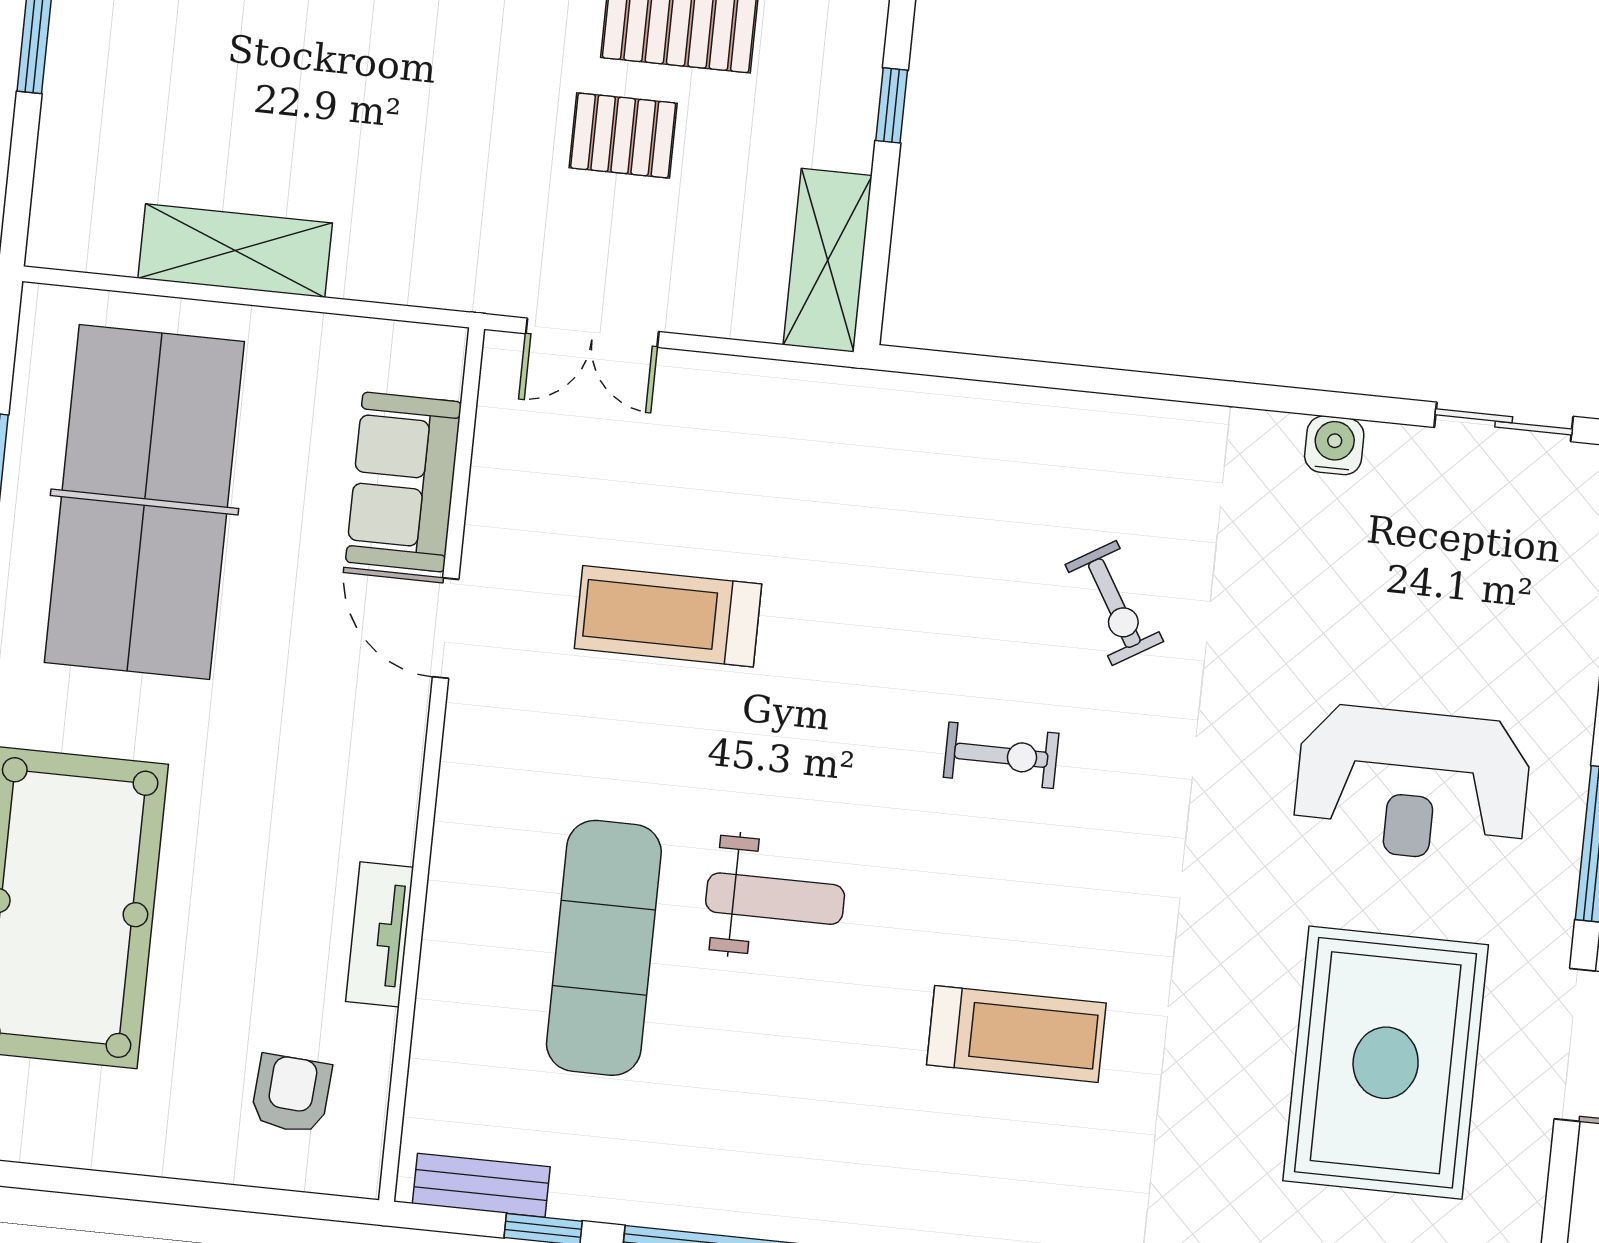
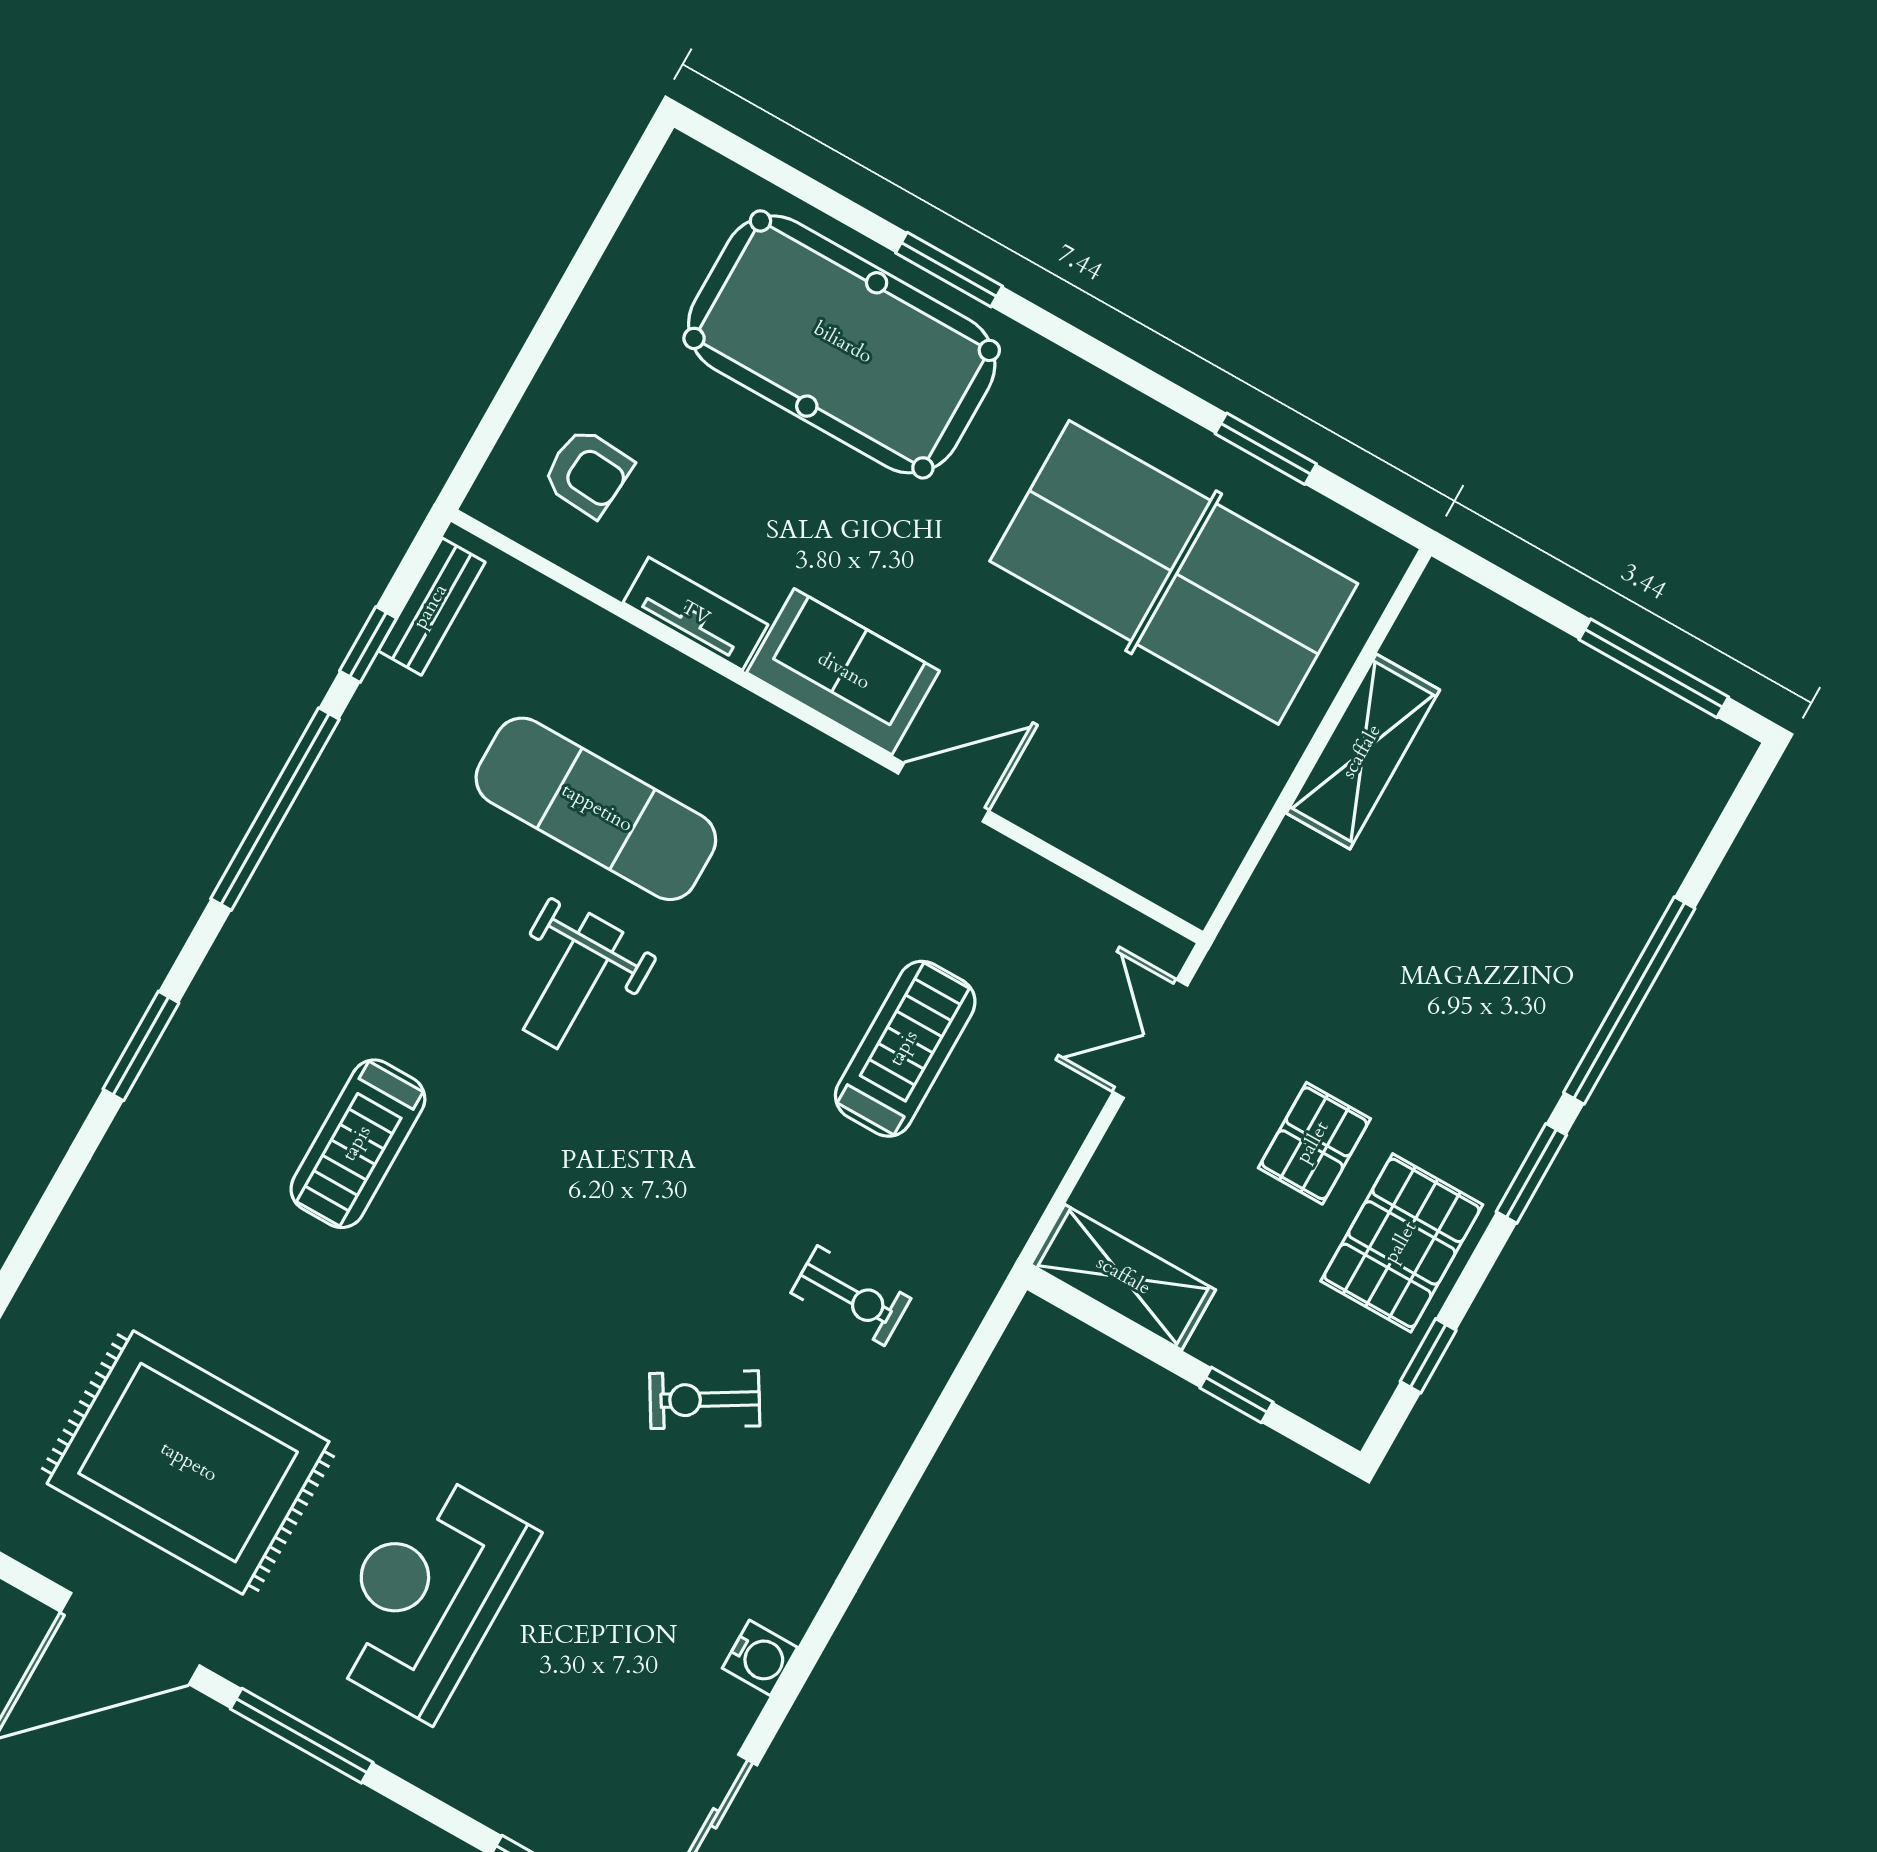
sofa: (404, 482) -> (843, 672), moved
treadmill: (668, 616) -> (905, 1049), moved
exercise bike: (1001, 755) -> (851, 1296), moved, turned -90

